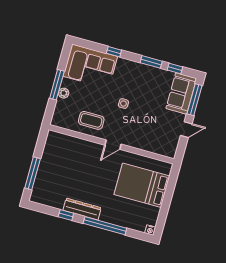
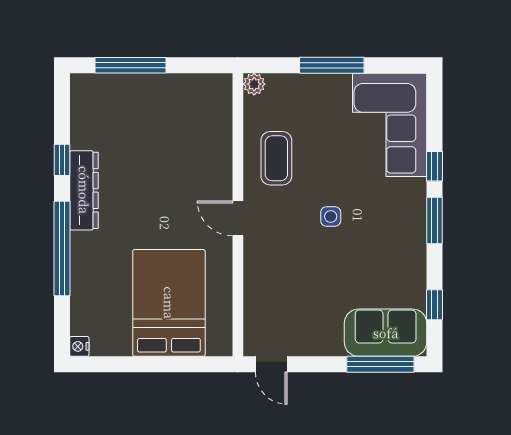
window: (151, 62) -> (435, 220), moved
plant: (64, 93) -> (254, 84), moved
door: (186, 130) -> (271, 364), moved

